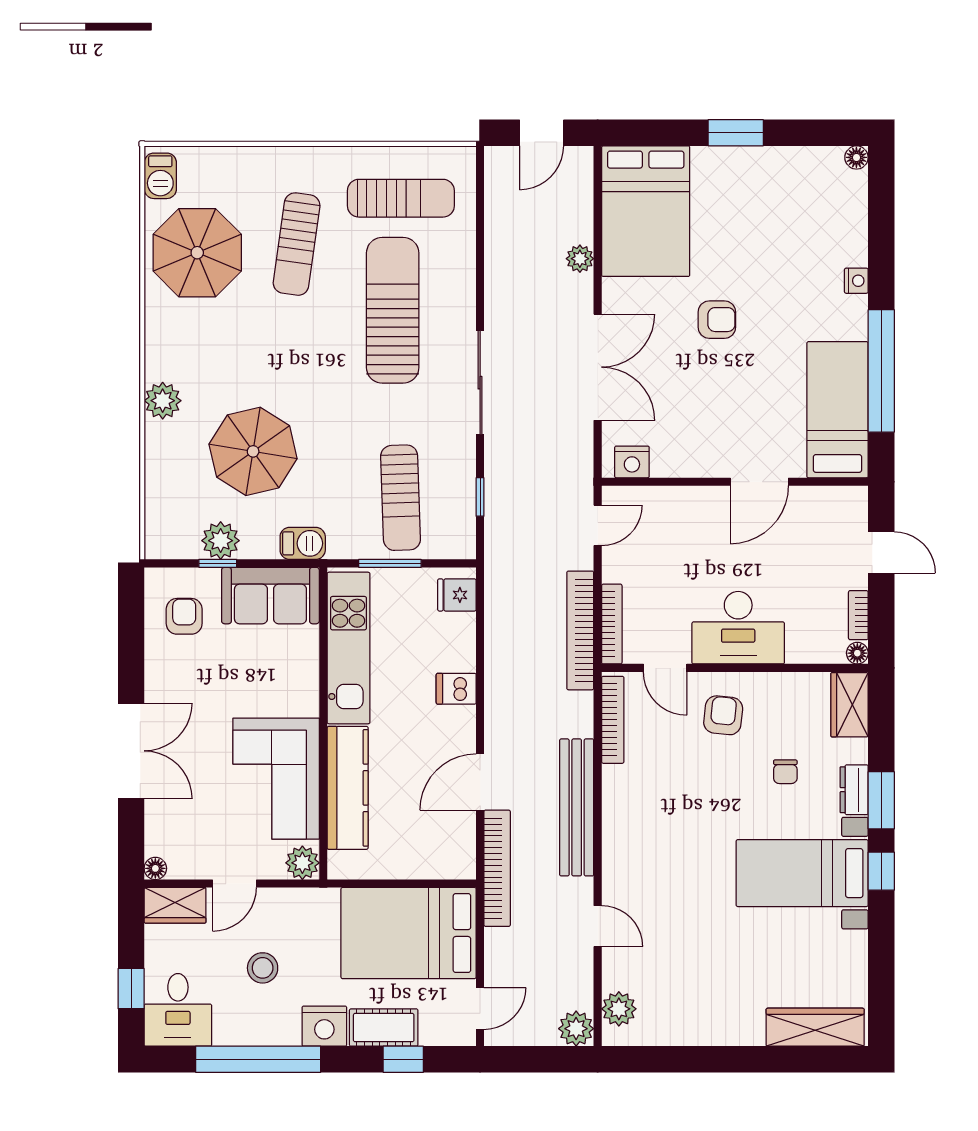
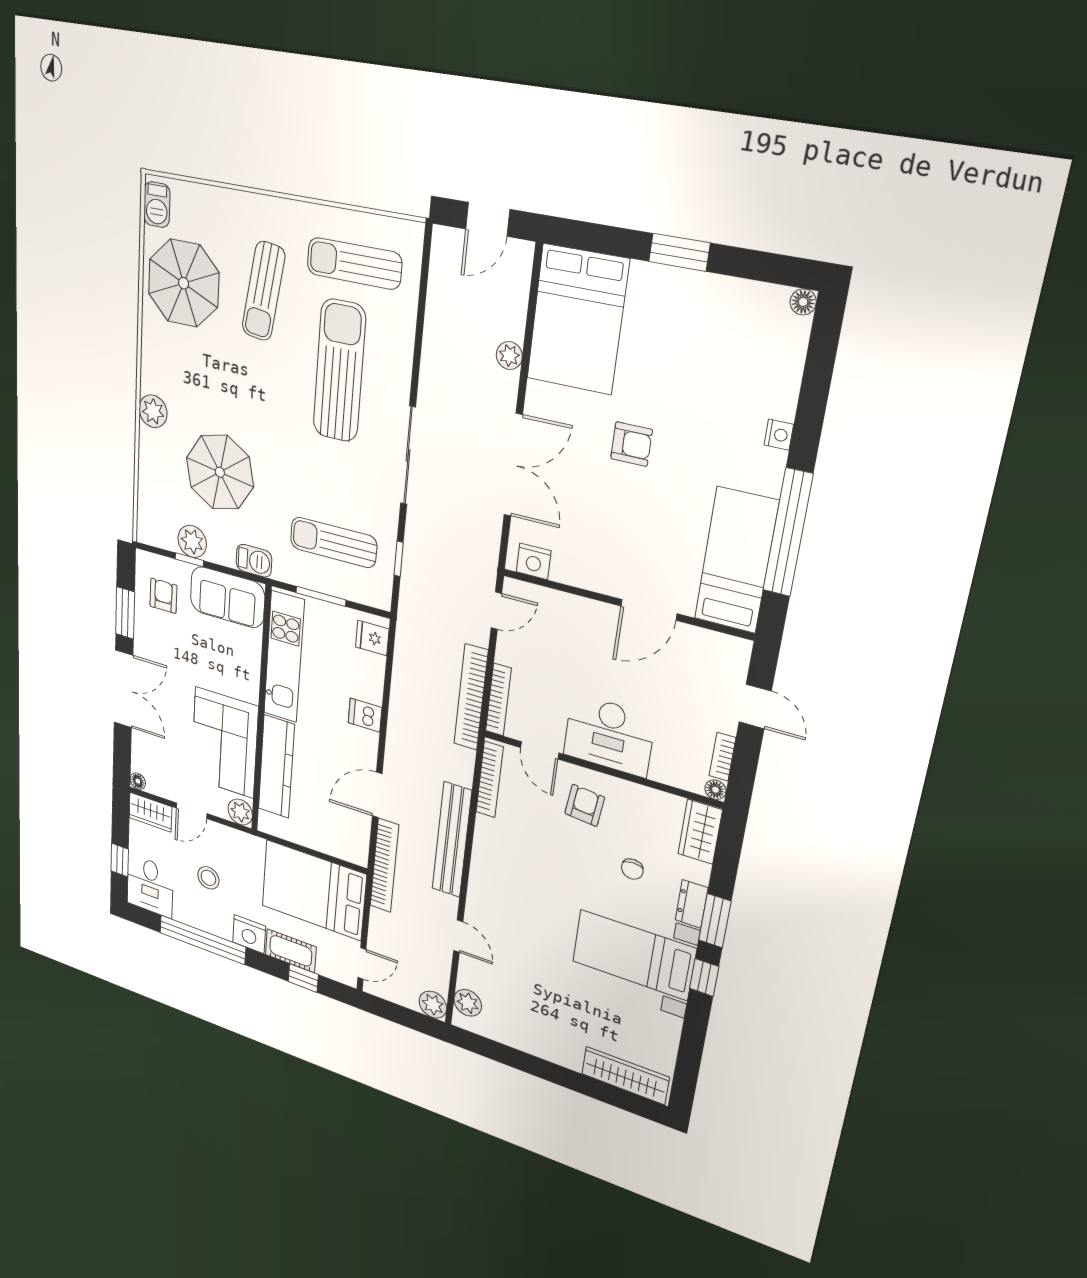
sun lounger: (401, 198) -> (354, 263), turned 180
sun lounger: (401, 498) -> (333, 542), turned 92
window: (131, 652) -> (125, 613), added

